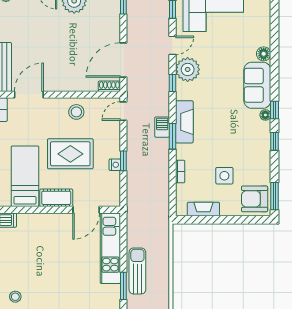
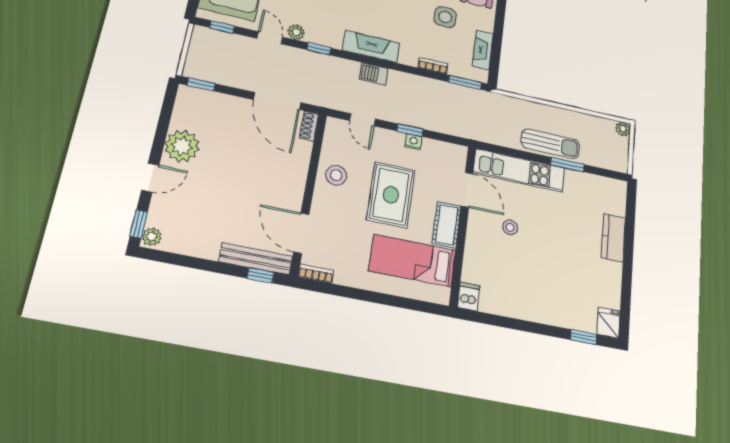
plant: (188, 69) -> (296, 32), width x0.53, depth x0.53
door: (123, 111) -> (362, 120), moved
window: (172, 136) -> (465, 82), moved
sun lounger: (137, 271) -> (550, 144), turned 180
stool: (15, 297) -> (510, 227), moved

